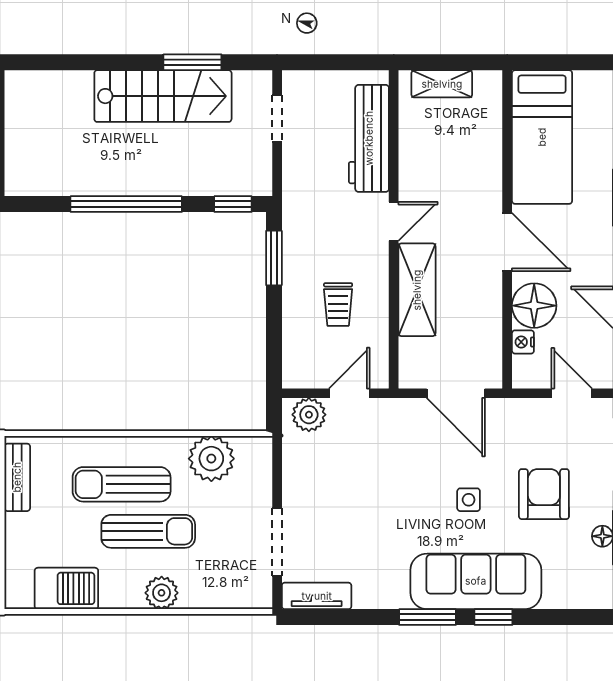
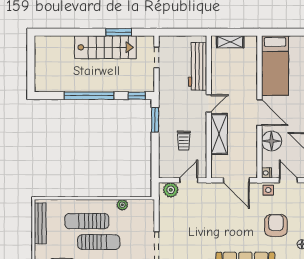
nightstand: (523, 342) -> (266, 173), moved
plant: (211, 459) -> (122, 205), width x0.53, depth x0.53
bench: (17, 477) -> (40, 223), width x1.36
side table: (469, 500) -> (268, 190), moved

